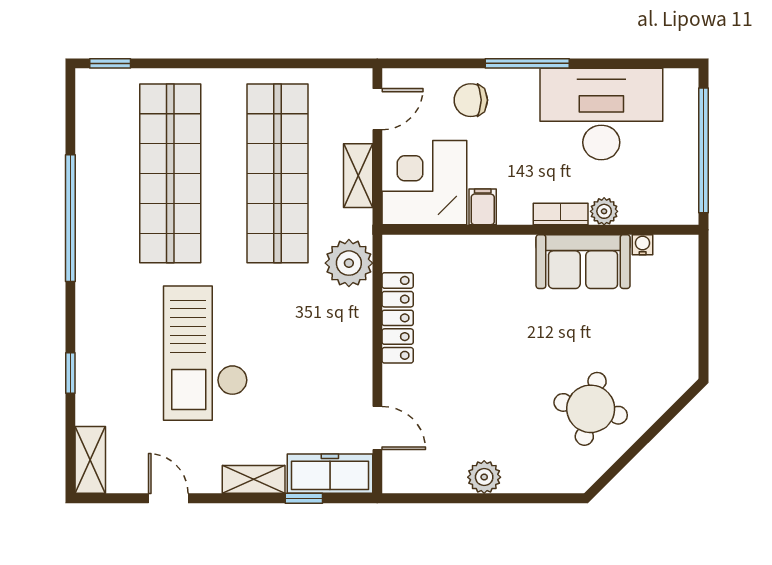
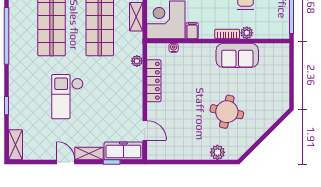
water cooler: (643, 245) -> (174, 48), moved
plant: (349, 263) -> (137, 61), width x0.53, depth x0.53
checkout: (206, 353) -> (67, 97), width x0.73, depth x0.83
round table: (591, 409) -> (227, 112), moved
plant: (484, 477) -> (217, 152), moved
door: (168, 498) -> (66, 162), moved

